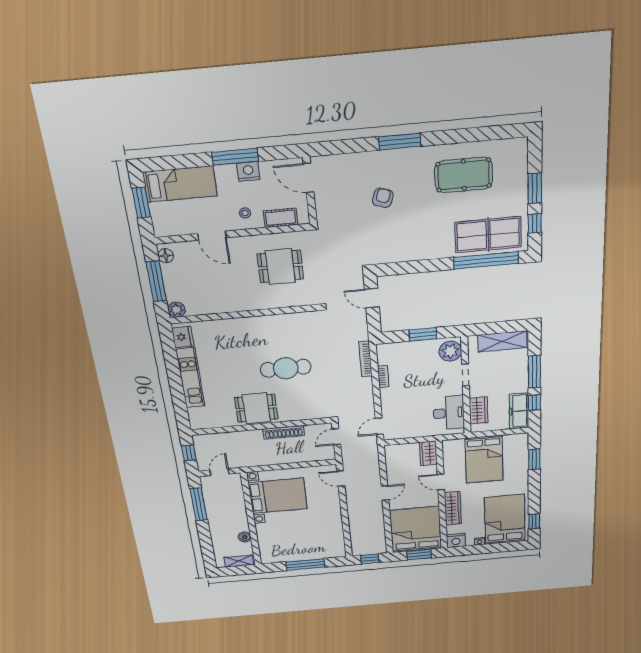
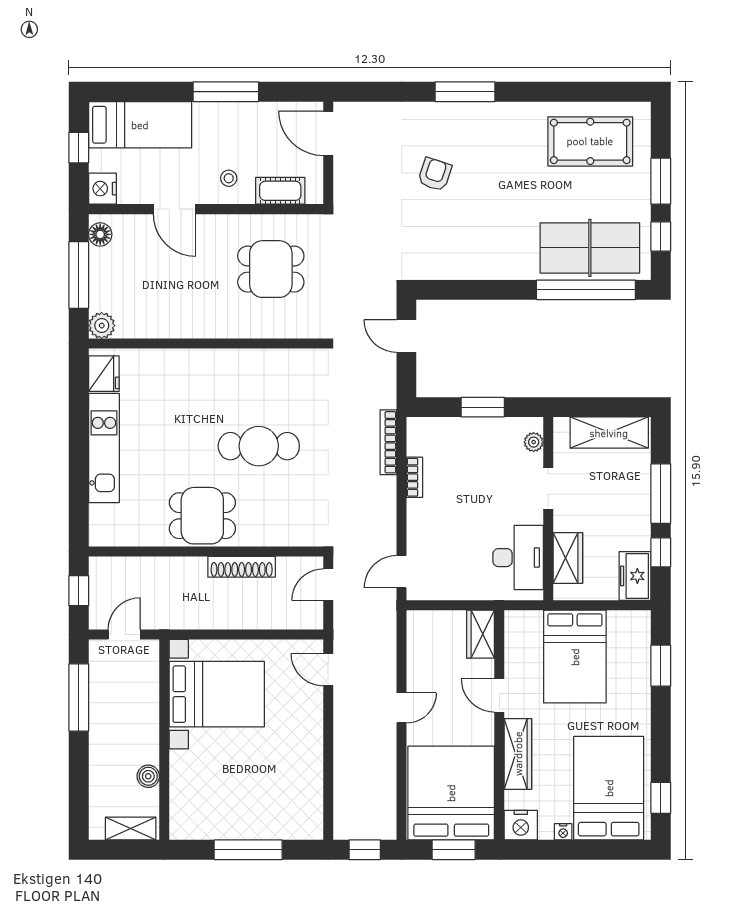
nightstand: (248, 171) -> (102, 189), moved, turned -90
pool table: (464, 175) -> (590, 141), moved
window: (141, 203) -> (79, 148), width x0.67
plant: (450, 351) -> (534, 442), width x0.53, depth x0.53
freezer: (519, 411) -> (635, 576), width x0.71

